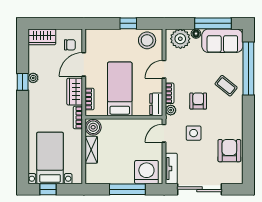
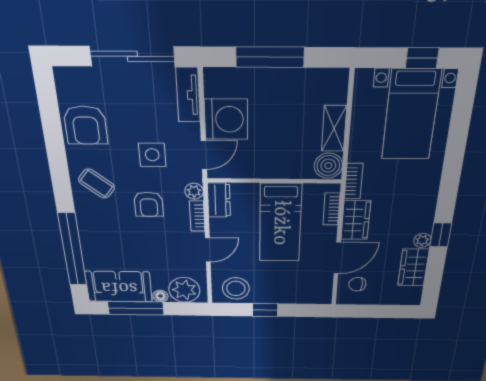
wardrobe: (42, 37) -> (413, 268), moved, turned -90
coffee table: (226, 86) -> (97, 184), moved
washing machine: (146, 172) -> (226, 119), moved, turned -90

